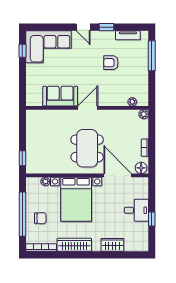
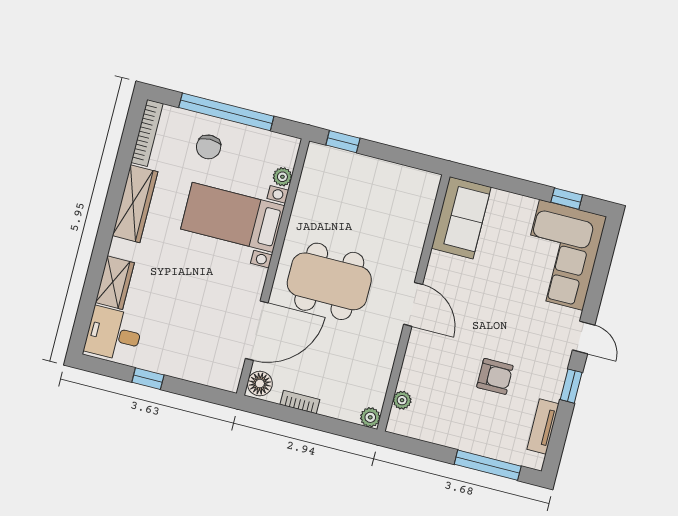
door: (83, 27) -> (584, 337), swing flipped
armchair: (111, 63) -> (495, 376), turned 90
sofa: (60, 96) -> (461, 218), moved
bed with nightstands: (76, 199) -> (233, 217), width x0.73
desk: (136, 210) -> (114, 334), moved, turned 90

